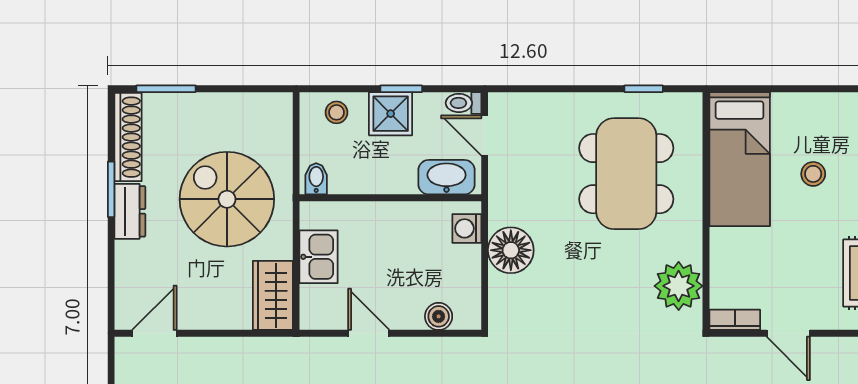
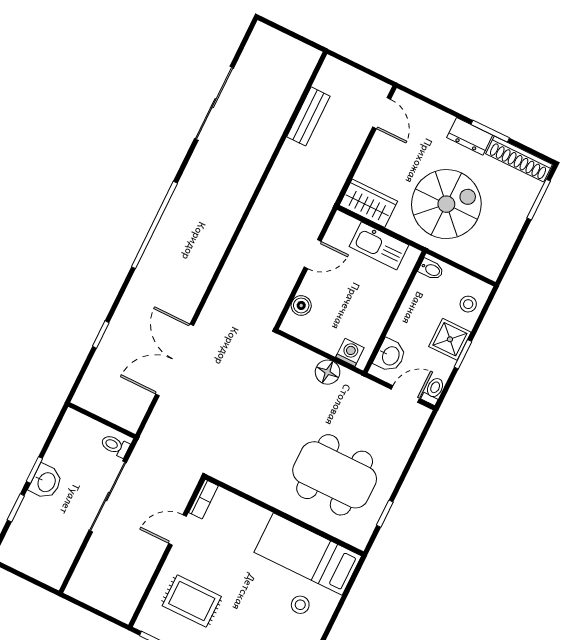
stool: (813, 174) -> (300, 605), moved
washbasin: (447, 177) -> (390, 356), width x0.72
floor lamp: (511, 250) -> (328, 372), width x0.73, depth x0.73
kitchen sink: (319, 257) -> (379, 246), width x1.38
plant: (679, 286) -> (244, 473), removed

